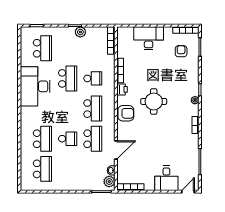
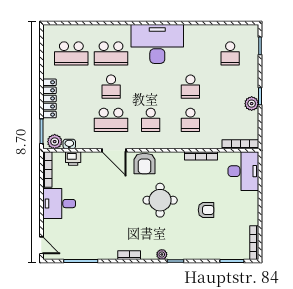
desk: (149, 38) -> (243, 171), moved
school desk: (42, 48) -> (230, 53), width x0.54
armchair: (181, 51) -> (206, 210), moved
school desk: (68, 78) -> (190, 87), width x0.54
desk: (35, 86) -> (157, 44), moved
printer: (122, 89) -> (73, 159), moved
school desk: (93, 109) -> (151, 120), width x0.54
door: (116, 150) -> (114, 150), moved
desk: (166, 178) -> (59, 204), moved
locker: (76, 185) -> (49, 98), added

